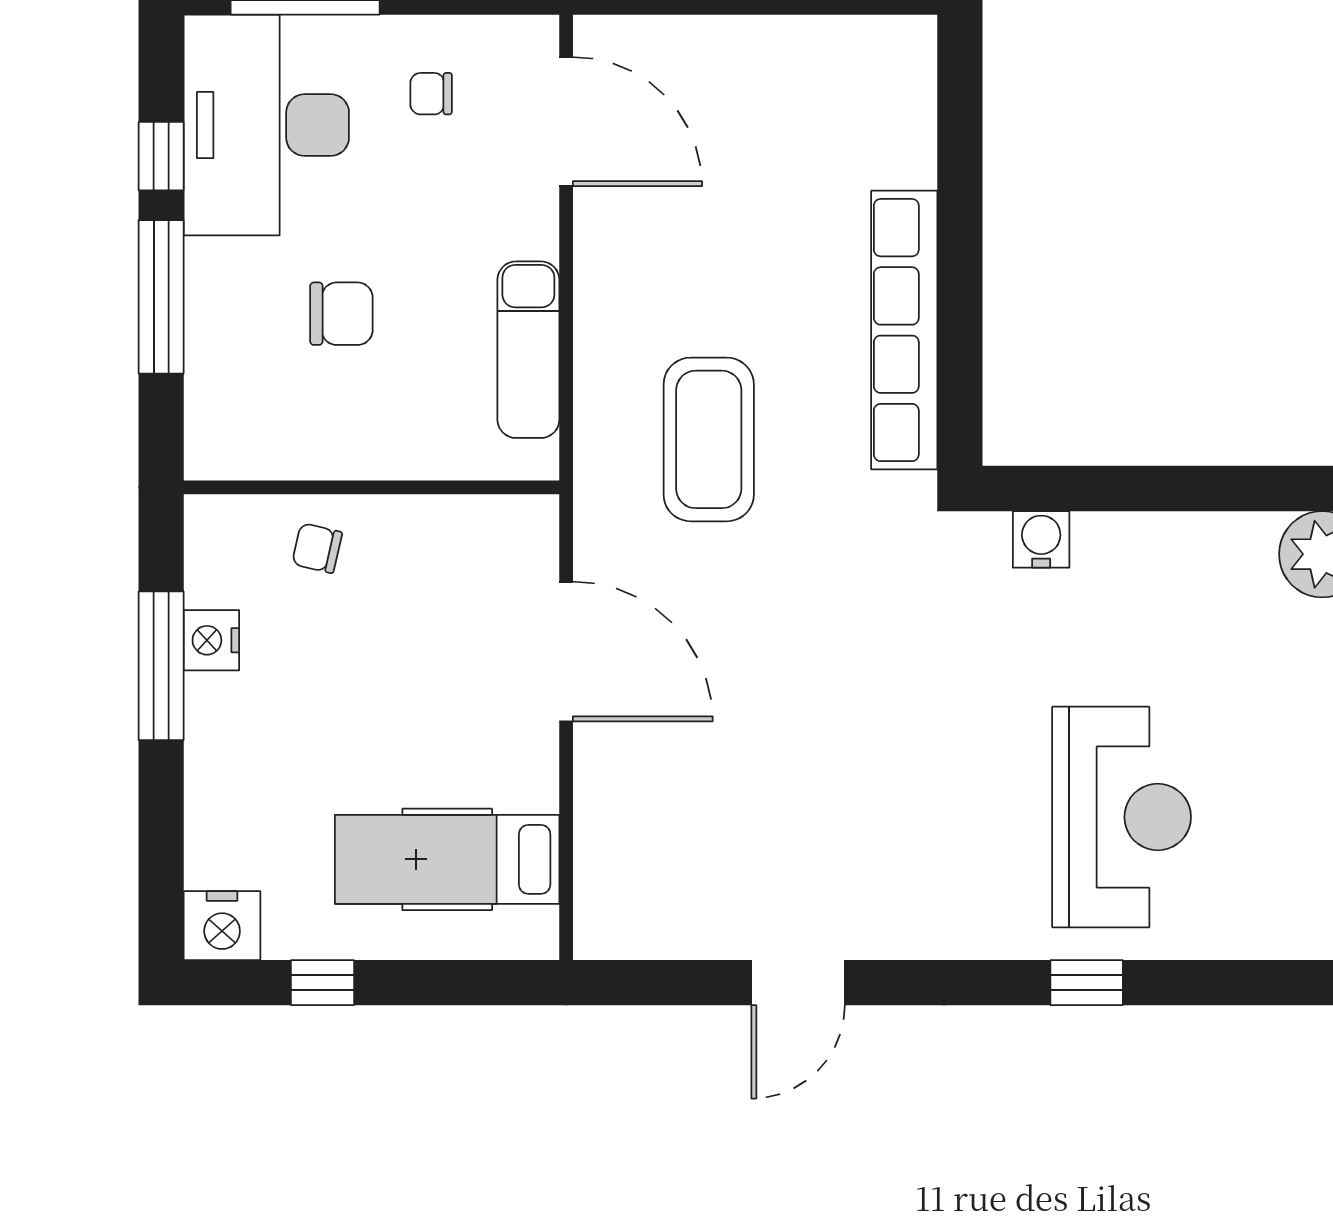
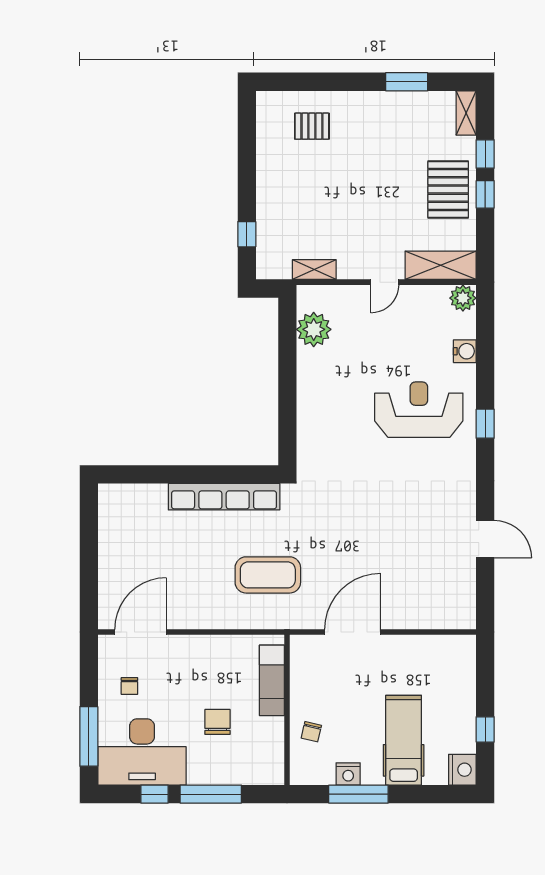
exam couch: (528, 350) -> (272, 680), moved, turned 90
water cooler: (1041, 539) -> (465, 351), moved, turned 180
hospital bed: (447, 859) -> (404, 740), moved, turned 180

